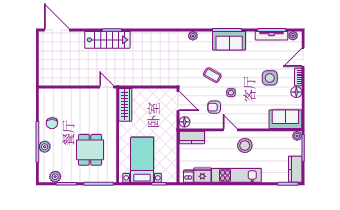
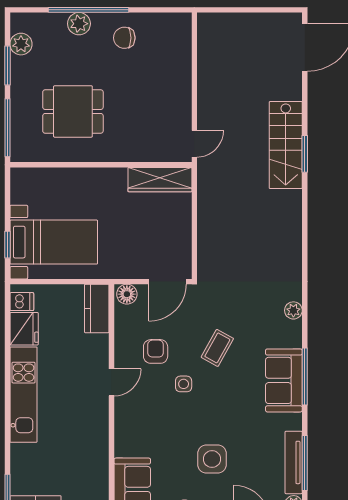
stool: (245, 146) -> (81, 411), removed
bed with nightstands: (142, 160) -> (54, 242), moved

